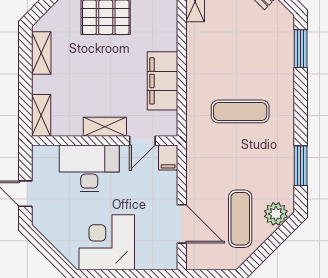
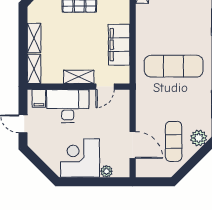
shelving: (41, 53) -> (34, 38), moved
exercise mat: (240, 111) -> (174, 66), width x1.36, depth x1.45
filing cabinet: (168, 157) -> (39, 98), moved
plant: (145, 261) -> (107, 171), added

